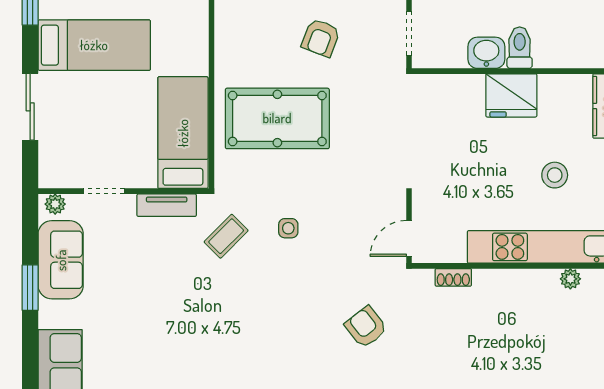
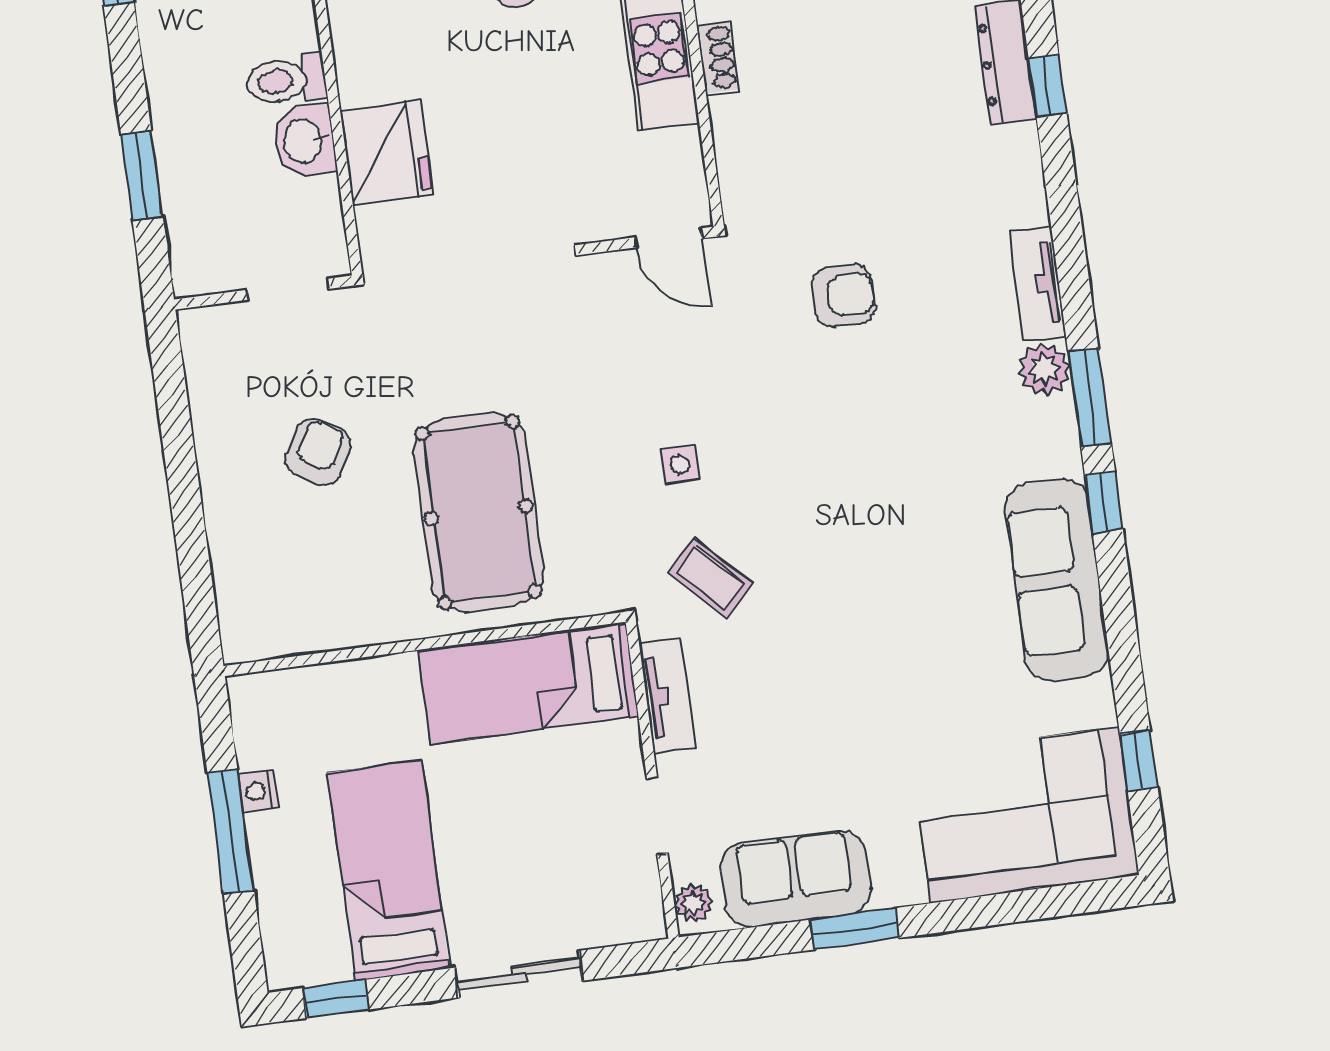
armchair: (321, 38) -> (318, 452), turned -81
fridge: (511, 95) -> (386, 152), moved
shoe rack: (453, 277) -> (718, 58), moved
armchair: (366, 327) -> (844, 296), turned -142

